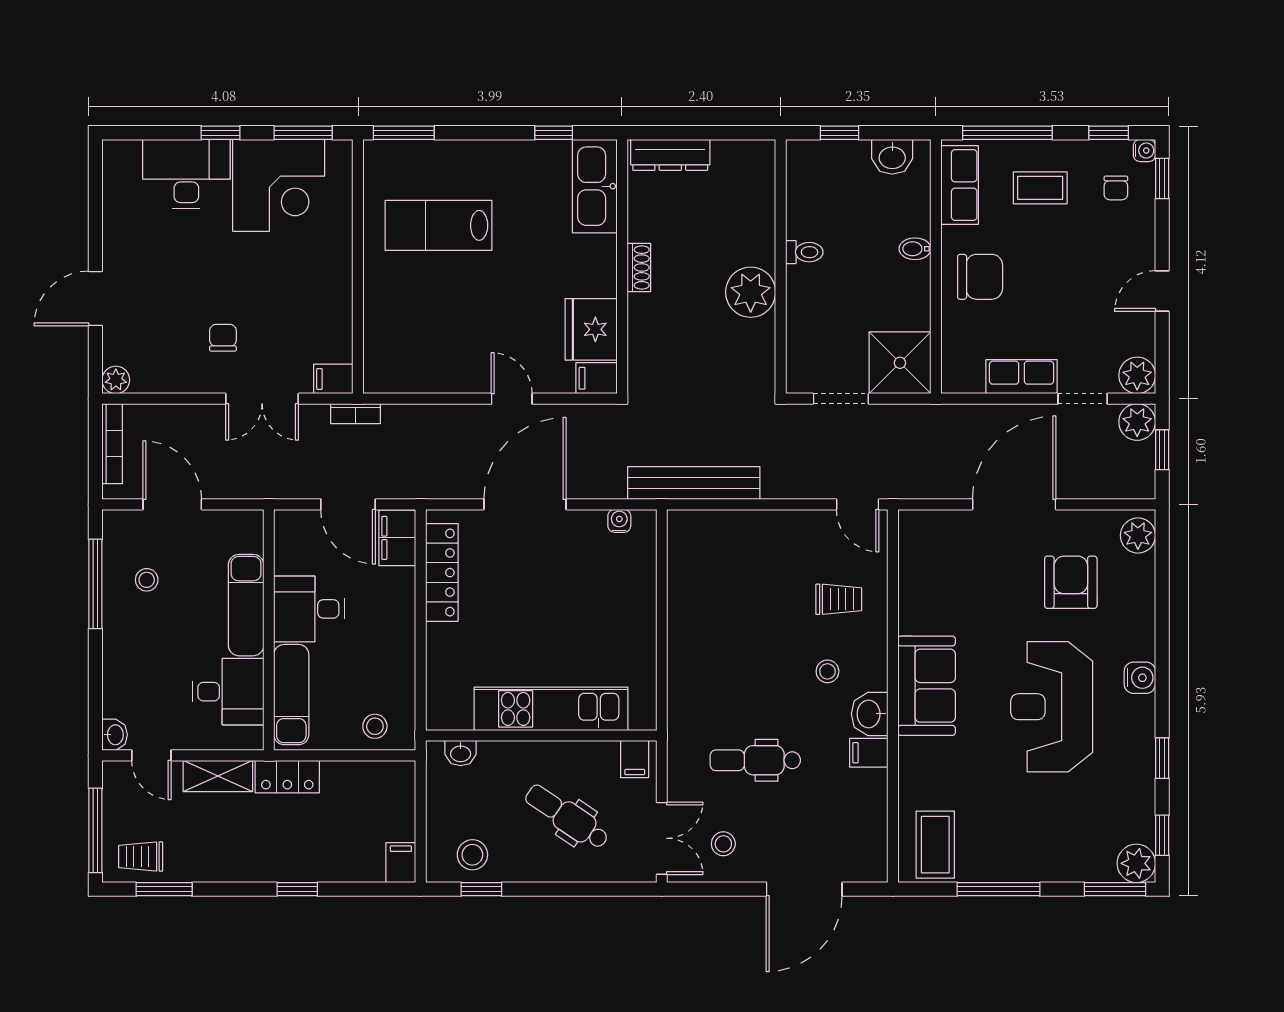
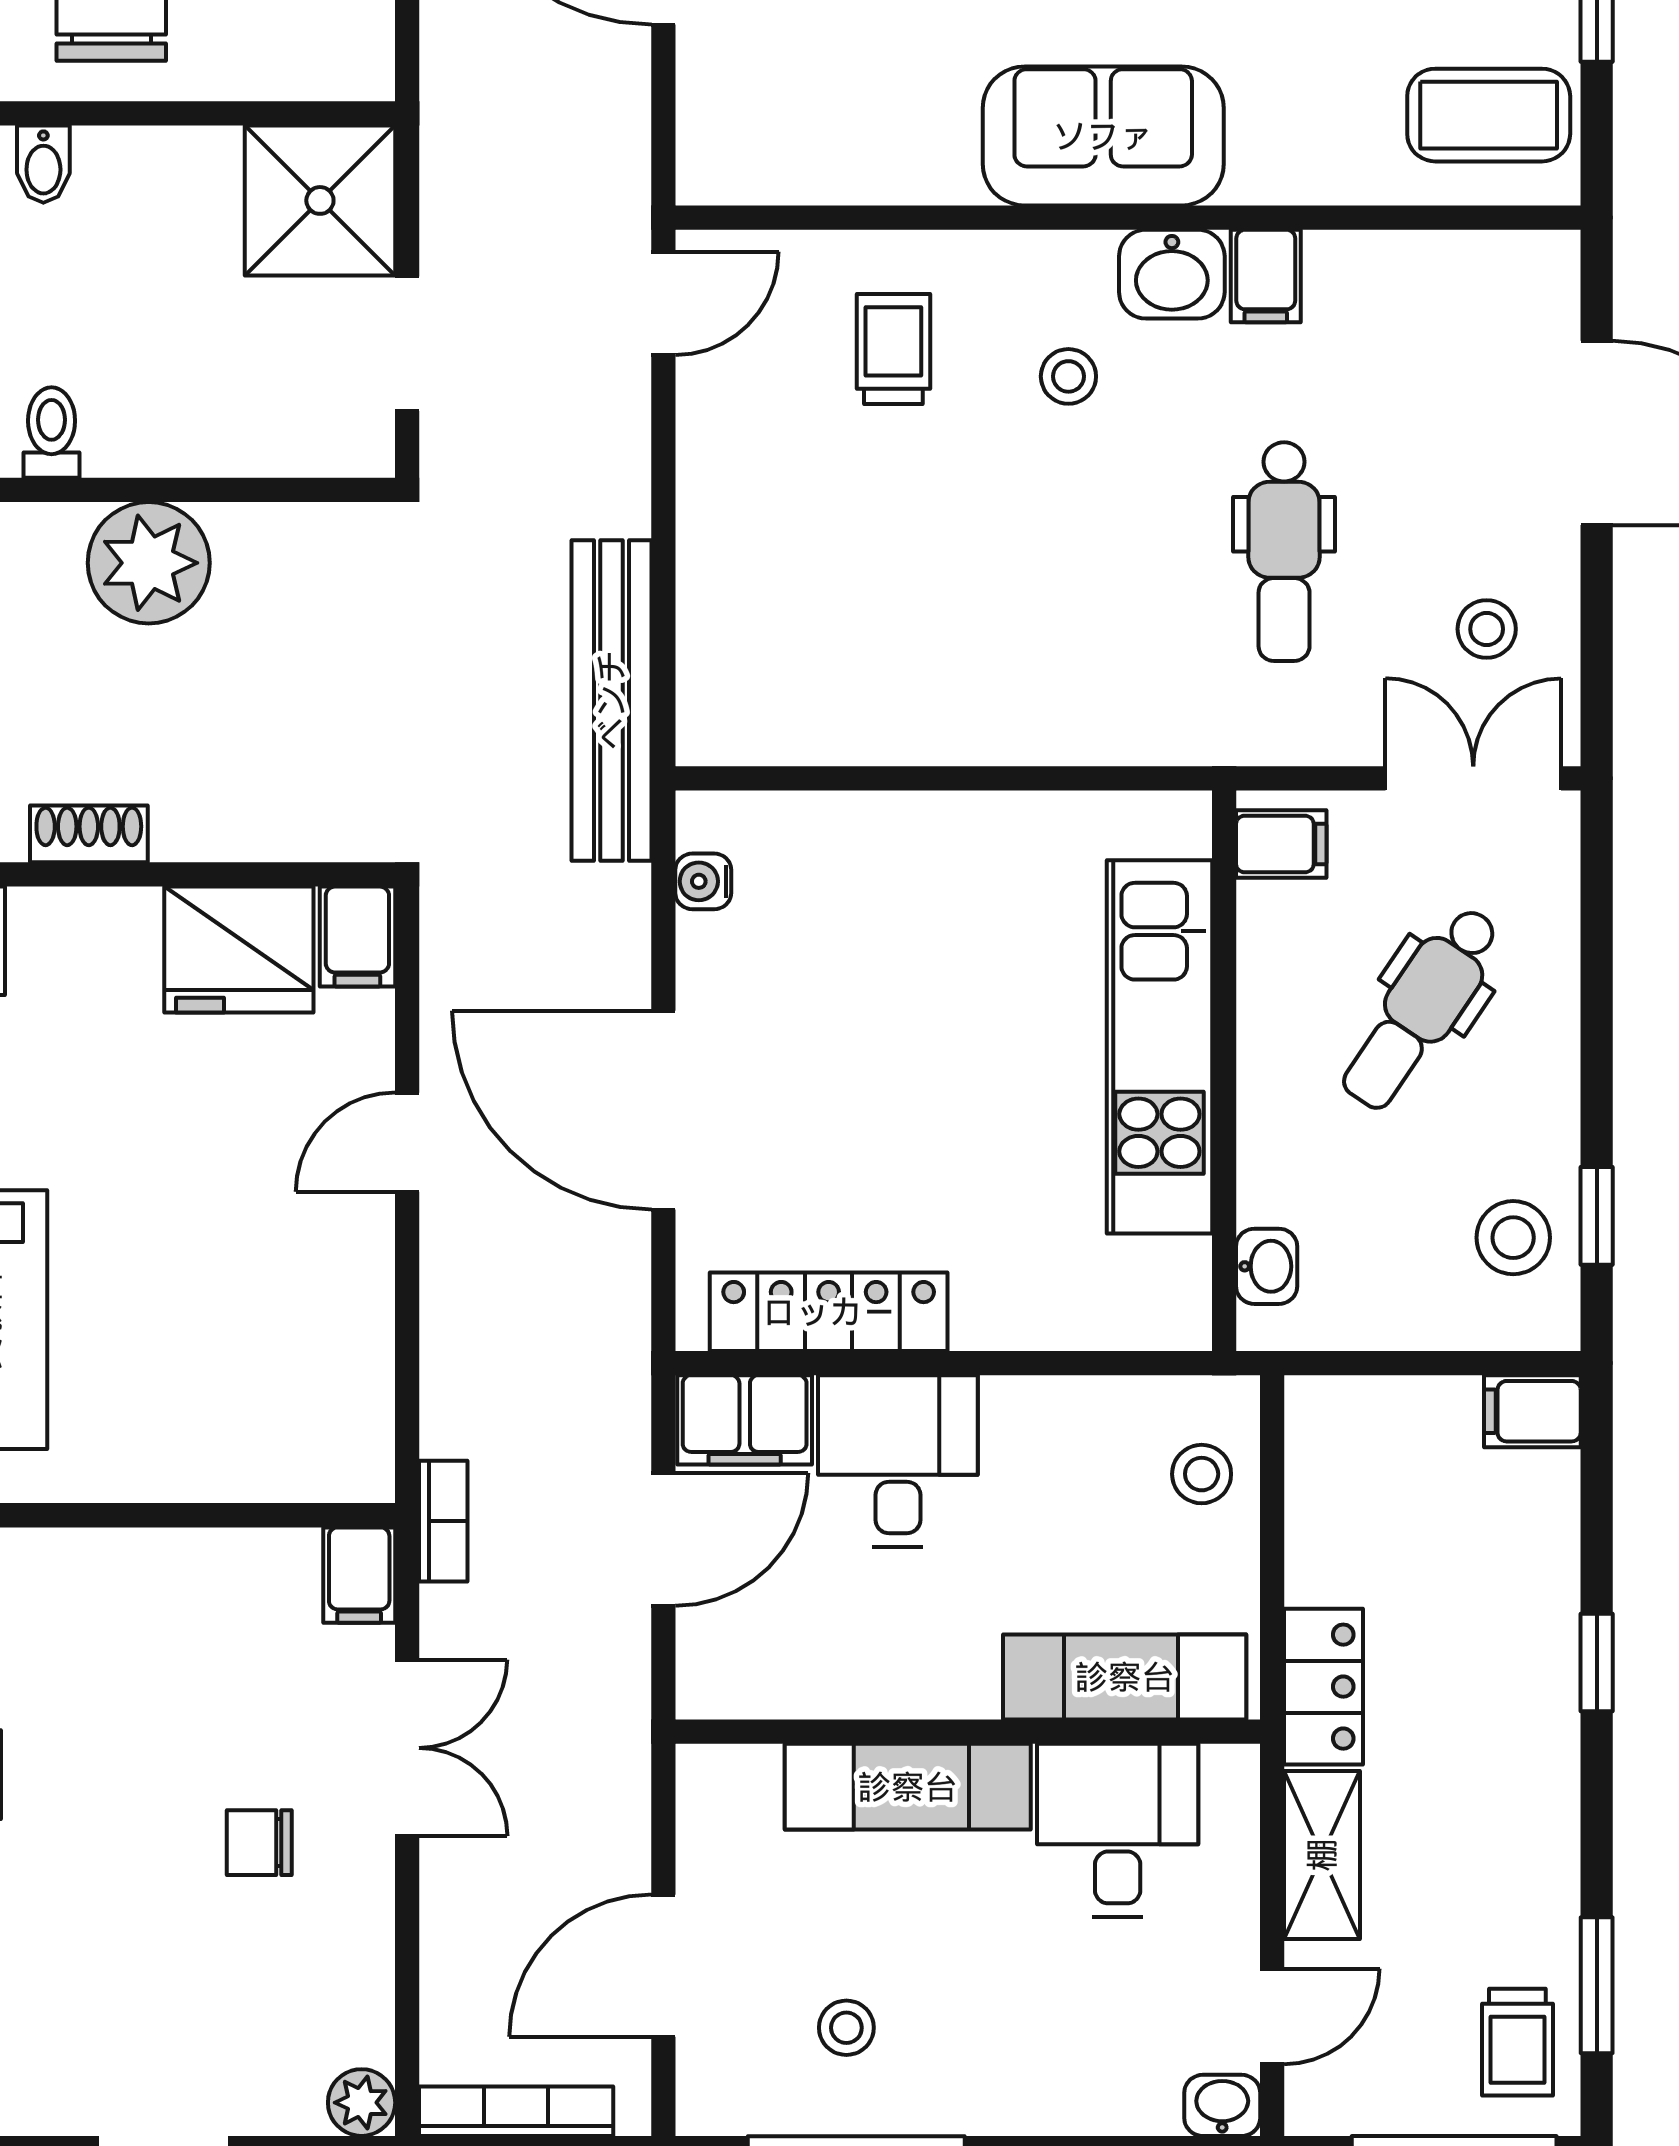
desk: (309, 609) -> (898, 1461), moved, turned 180

